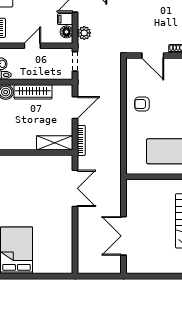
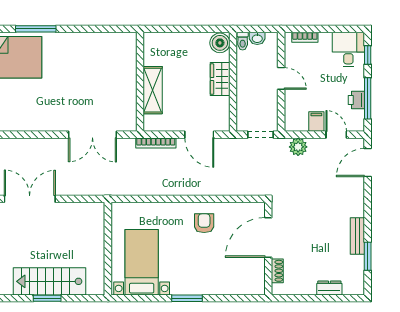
floor lamp: (66, 32) -> (300, 123), removed
door: (153, 55) -> (268, 237), width x1.36
wardrobe: (33, 92) -> (220, 79), width x0.67
shelving: (55, 143) -> (153, 90), moved

